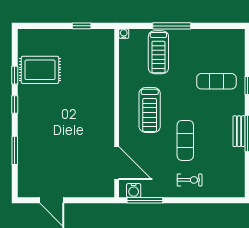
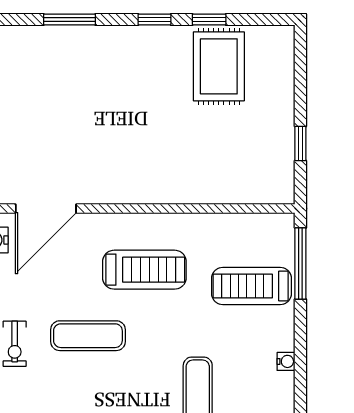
window: (172, 26) -> (300, 264), moved
water cooler: (124, 34) -> (286, 361), moved
treadmill: (150, 110) -> (144, 270), turned 180

